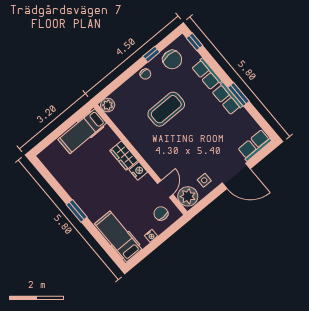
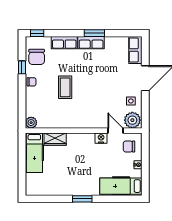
chair: (172, 60) -> (37, 57), turned 90
coffee table: (166, 109) -> (65, 87), width x0.73, depth x0.76
wardrobe: (124, 156) -> (55, 139), moved
nightstand: (138, 171) -> (101, 138), moved

